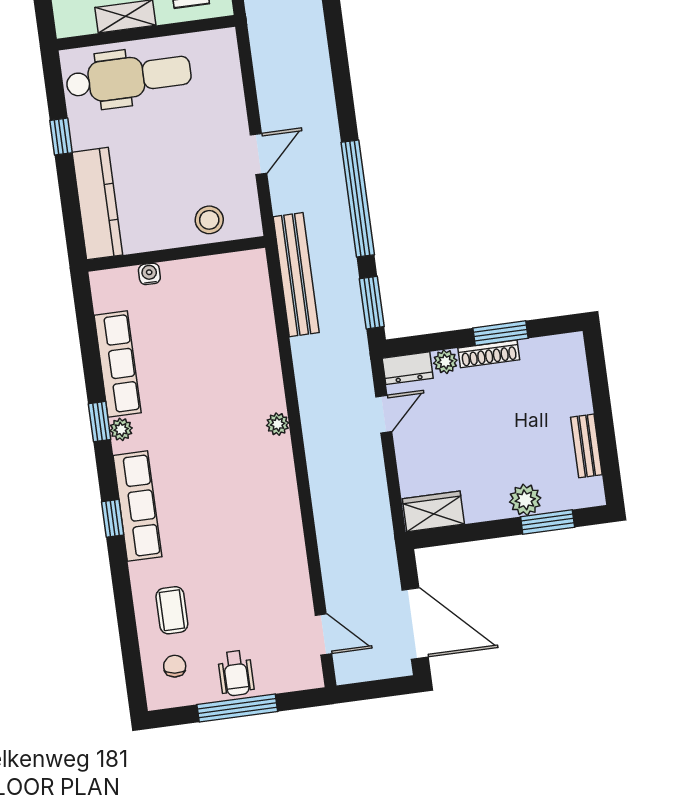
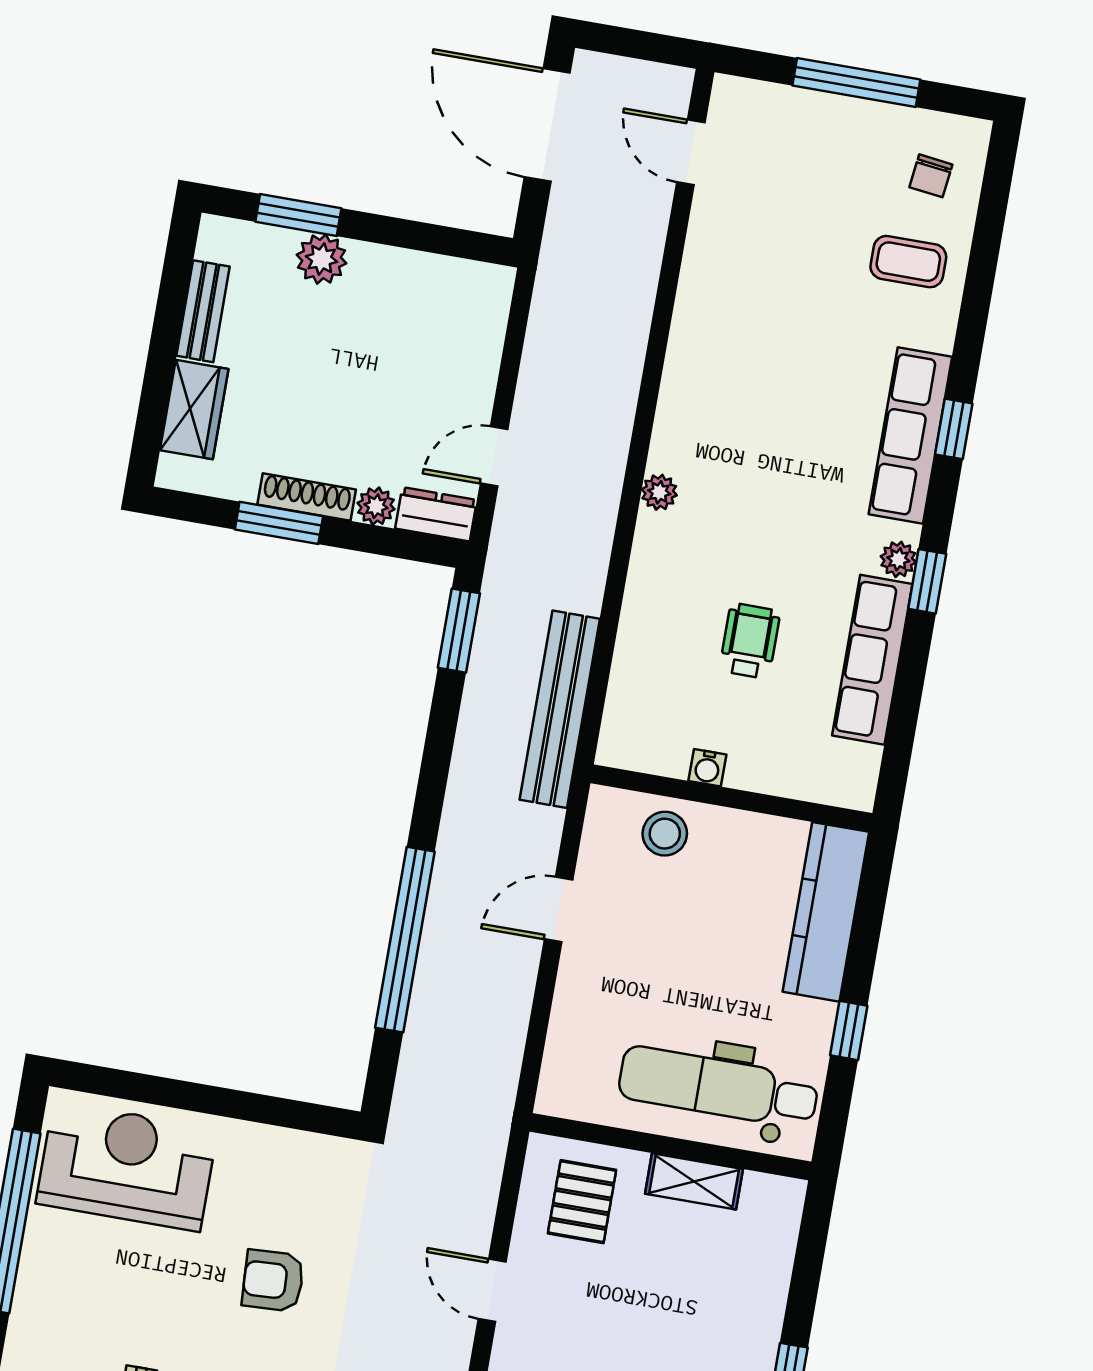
window: (358, 199) -> (405, 940), moved
water cooler: (149, 274) -> (707, 768), moved
wardrobe: (433, 511) -> (194, 410), moved, turned -90
coffee table: (172, 610) -> (908, 262), turned 90
wheelchair: (236, 673) -> (750, 641), moved

